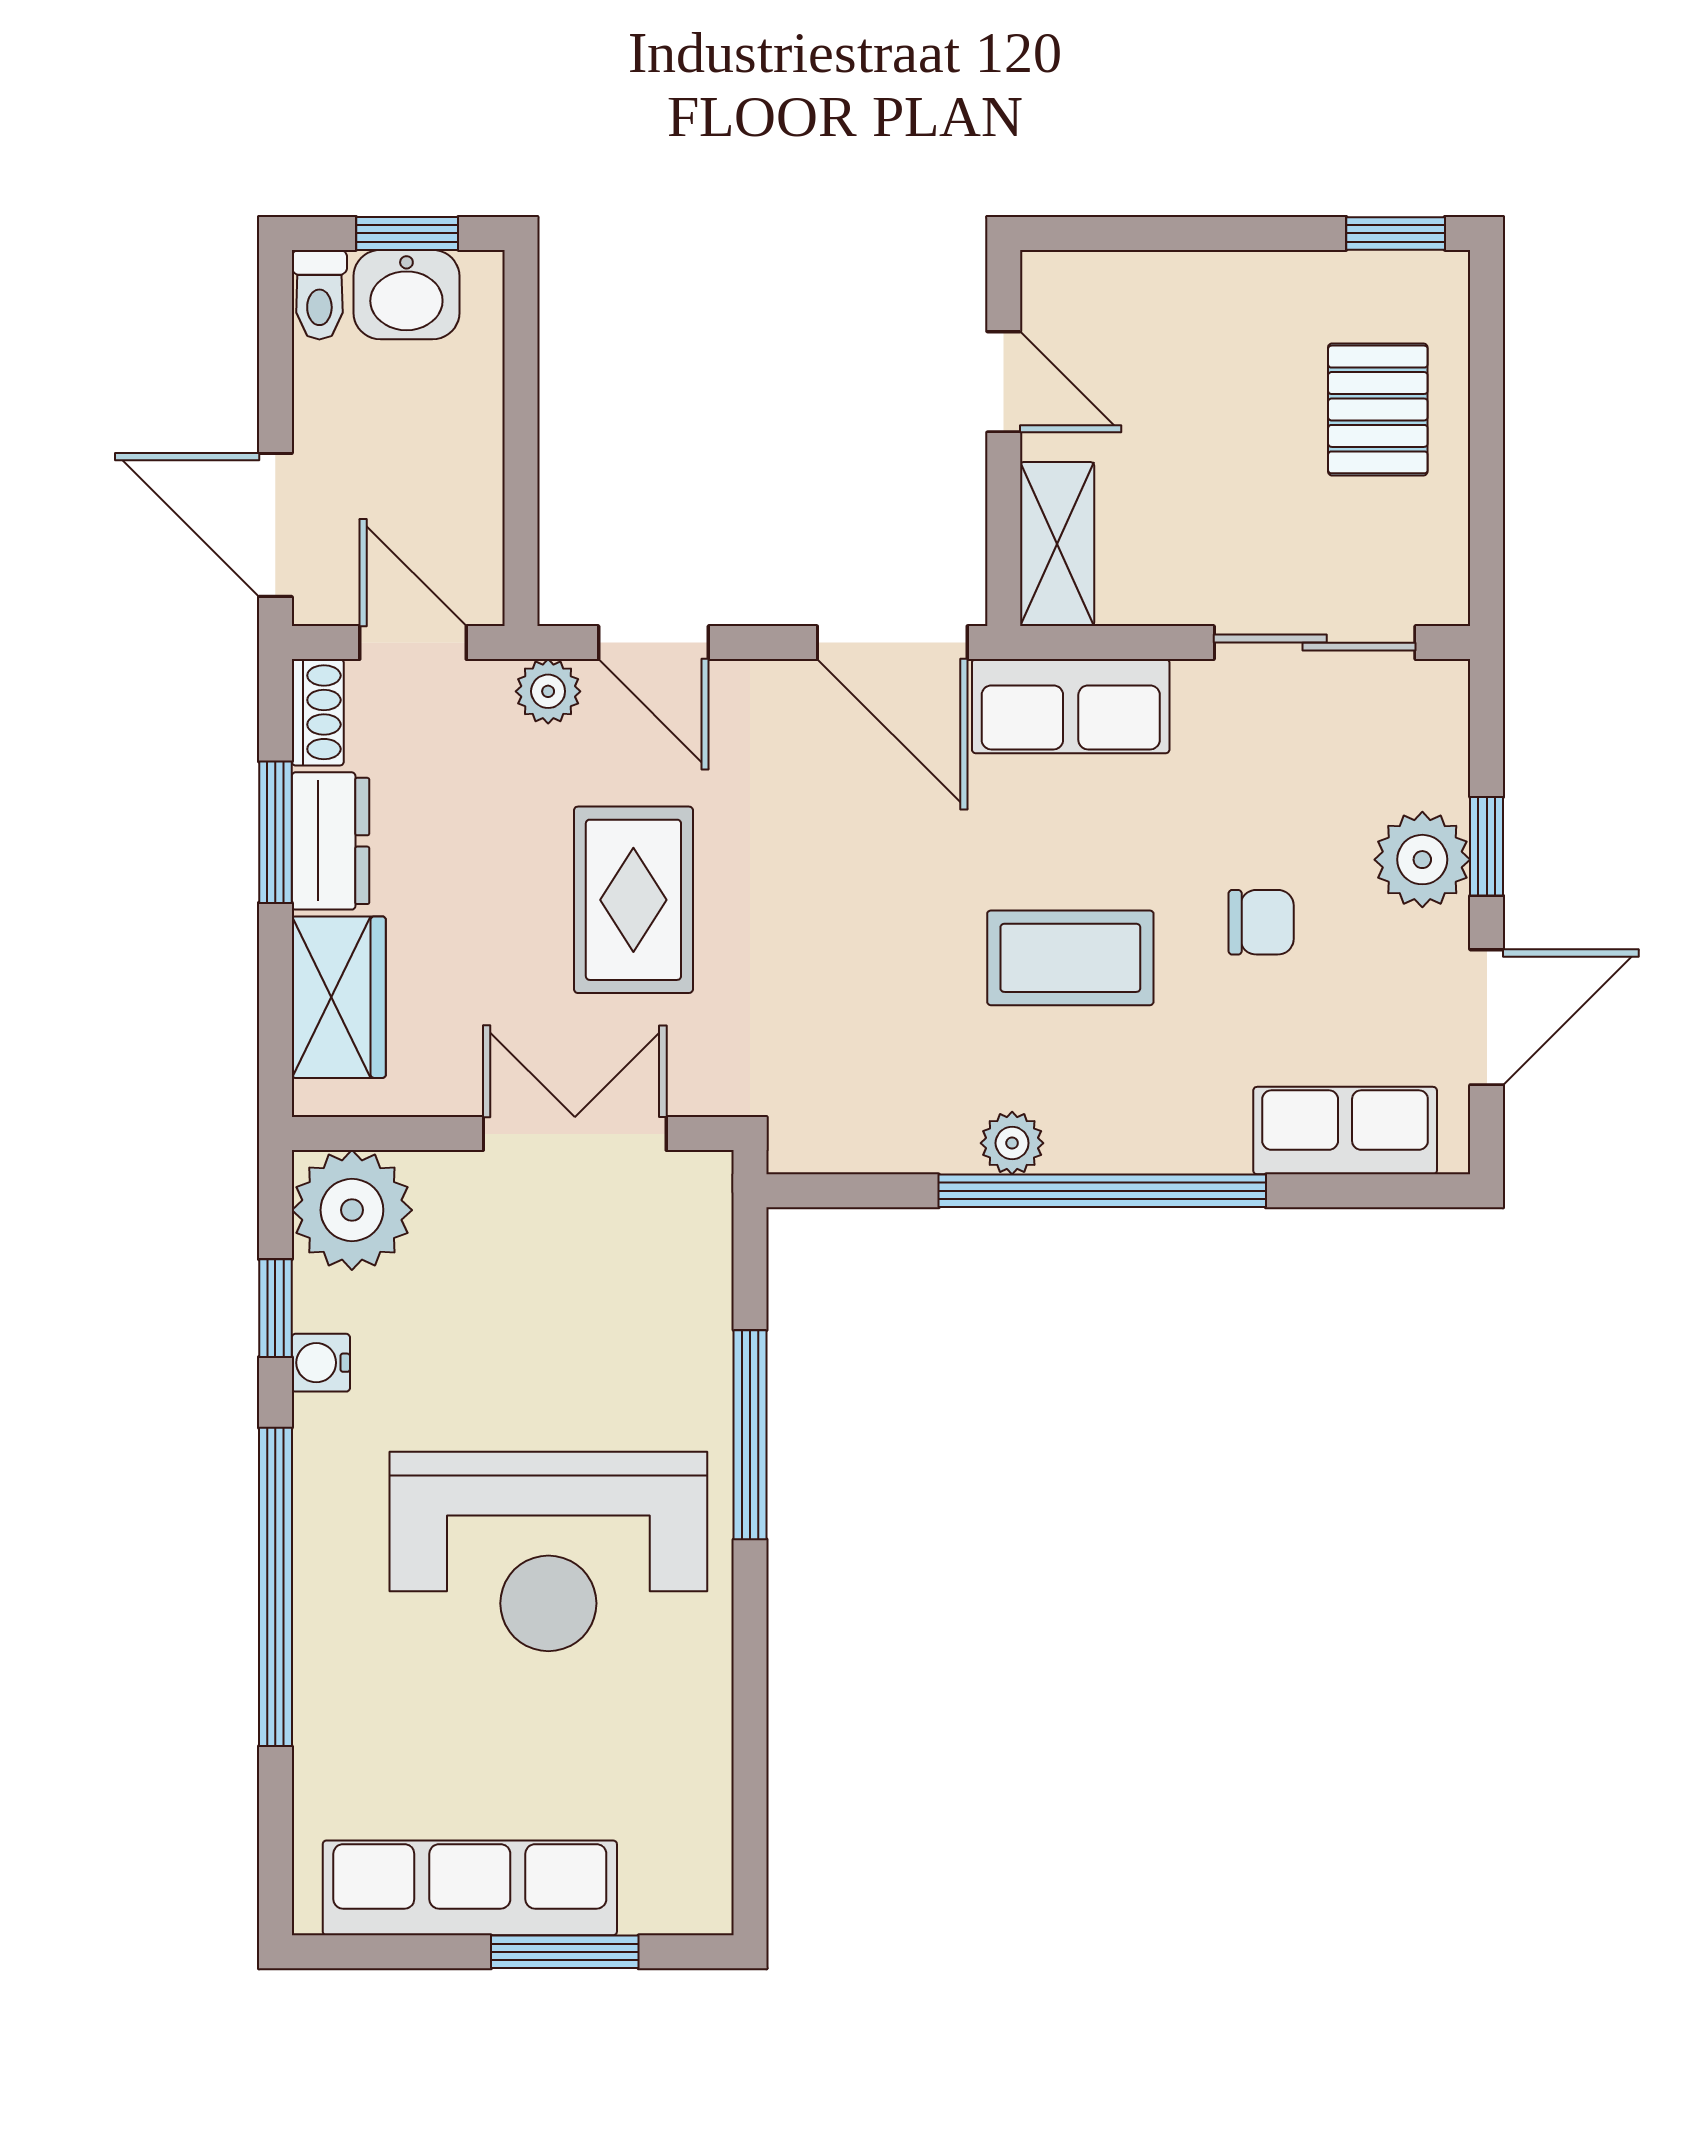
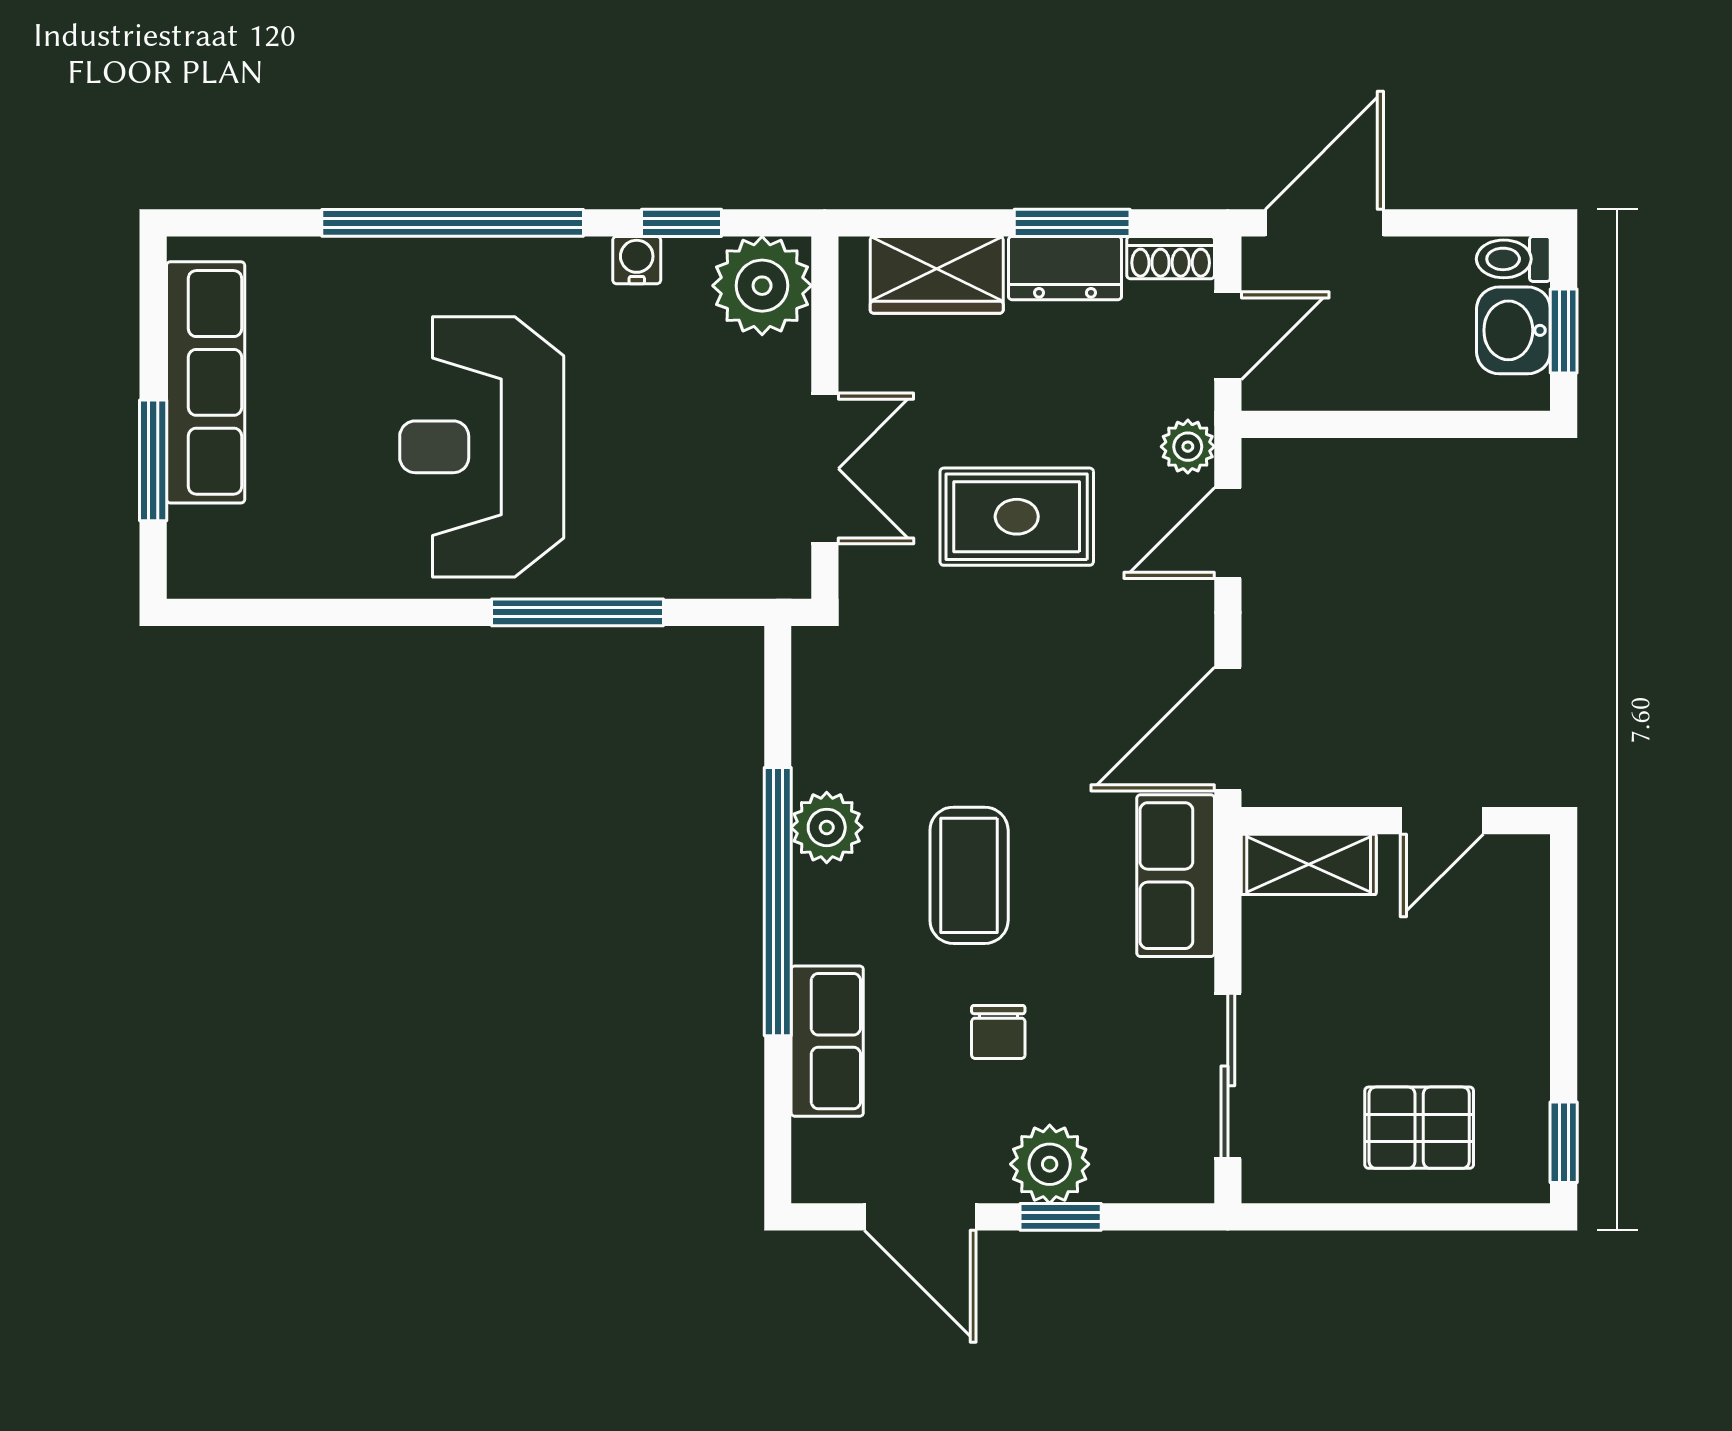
row of seats: (1345, 1131) -> (827, 1041), moved
plant: (1012, 1143) -> (827, 827), width x1.38, depth x1.38

